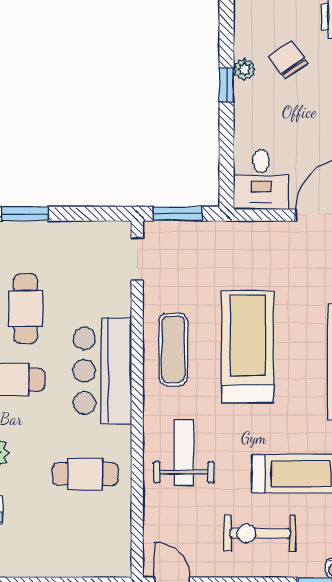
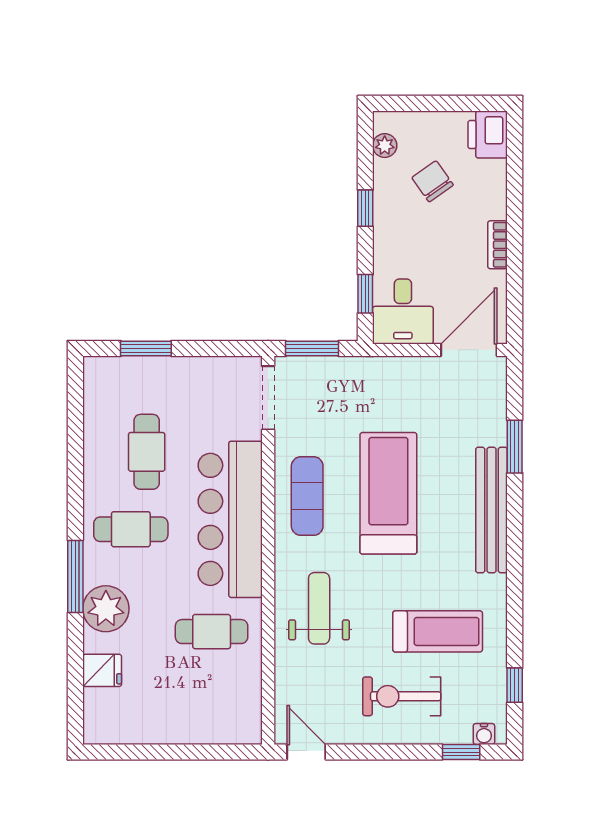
plant: (244, 69) -> (385, 146), moved
window: (226, 163) -> (365, 294), added
doorway: (137, 259) -> (268, 398), width x1.38
bar counter: (102, 371) -> (230, 519), width x1.36

